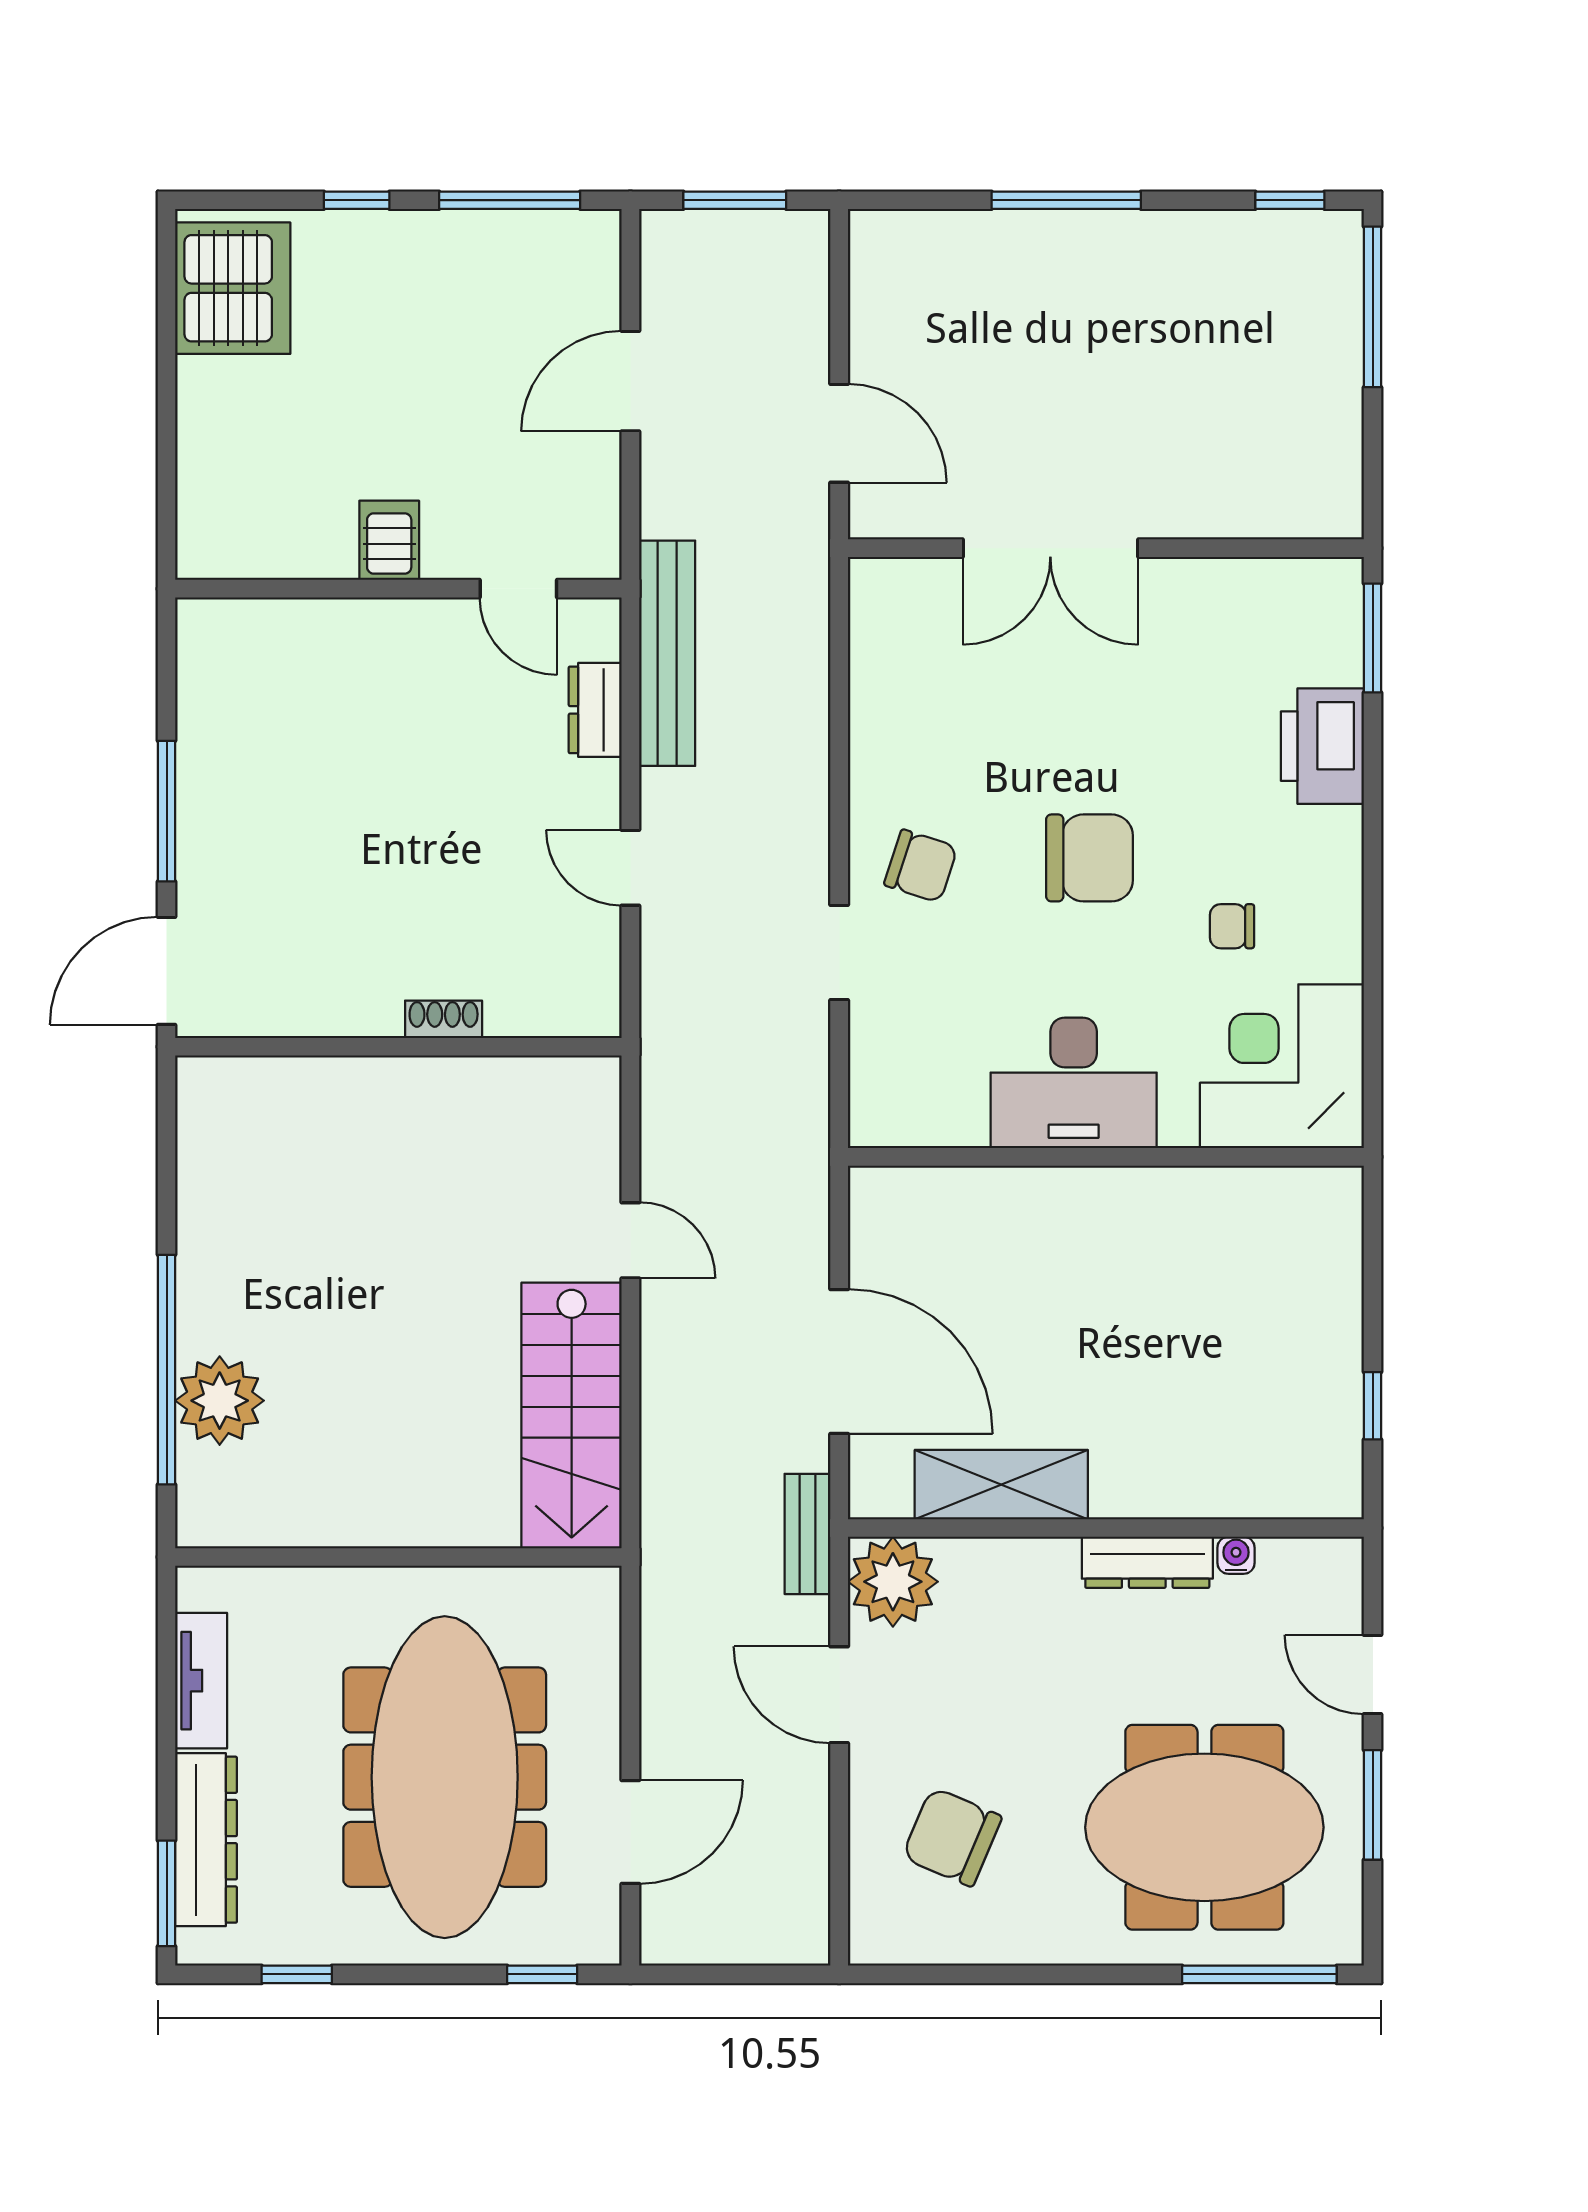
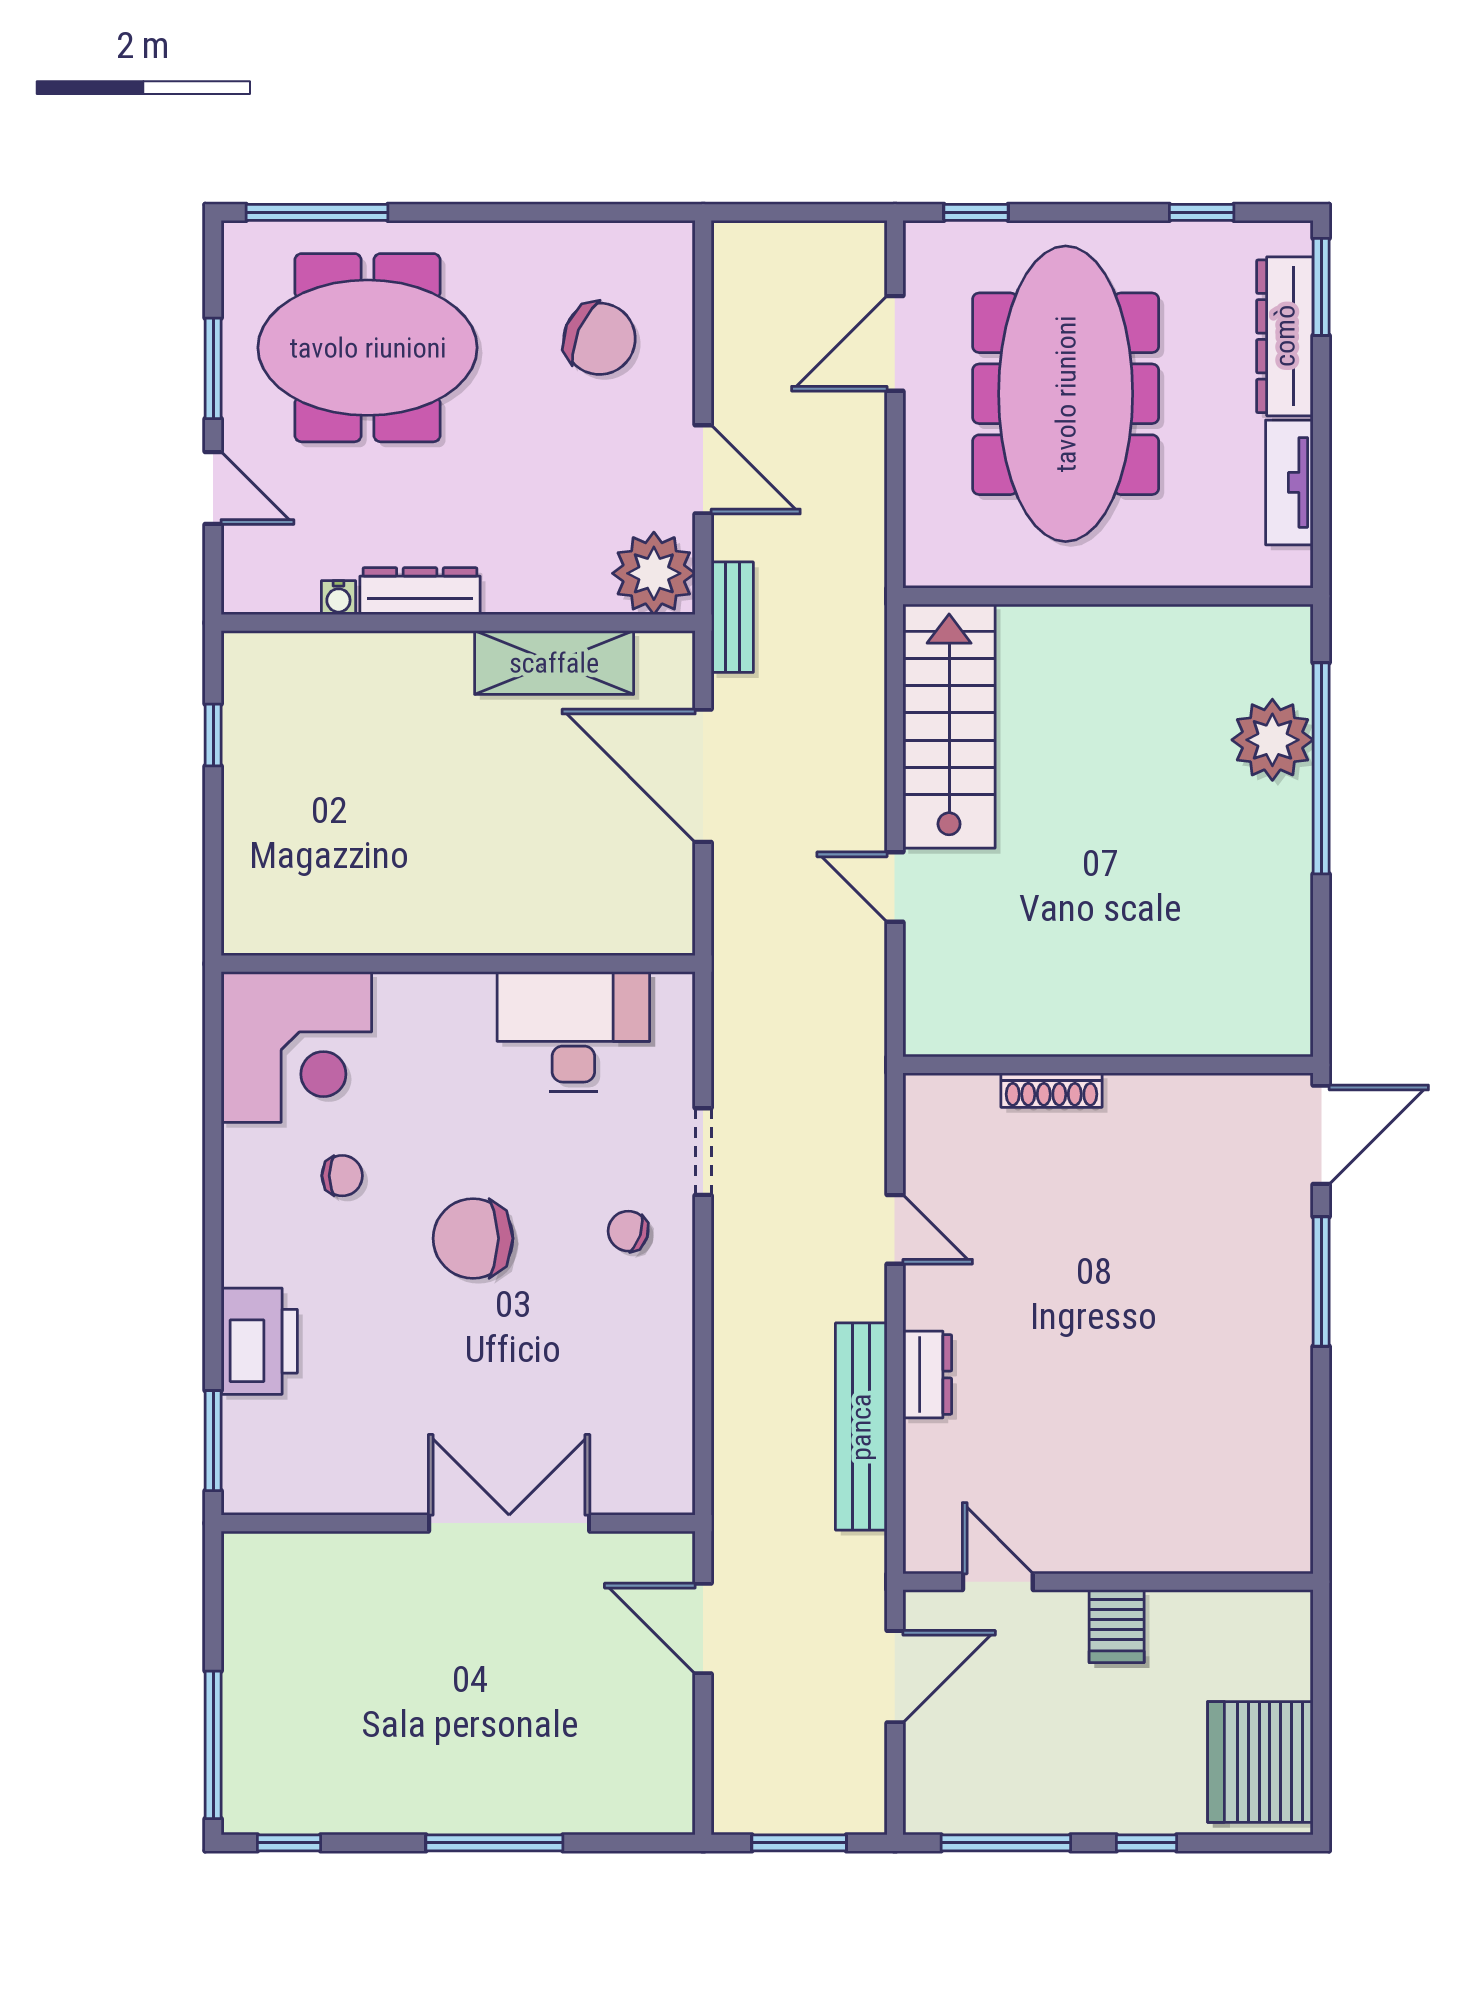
server rack: (389, 540) -> (1117, 1626), moved
wall: (398, 589) -> (1108, 1582), moved
door: (518, 589) -> (998, 1582), moved
chair: (921, 866) -> (628, 1231), width x0.73, depth x0.73
shoe rack: (444, 1019) -> (1052, 1090), width x1.43
desk: (1074, 1083) -> (573, 1032), moved

